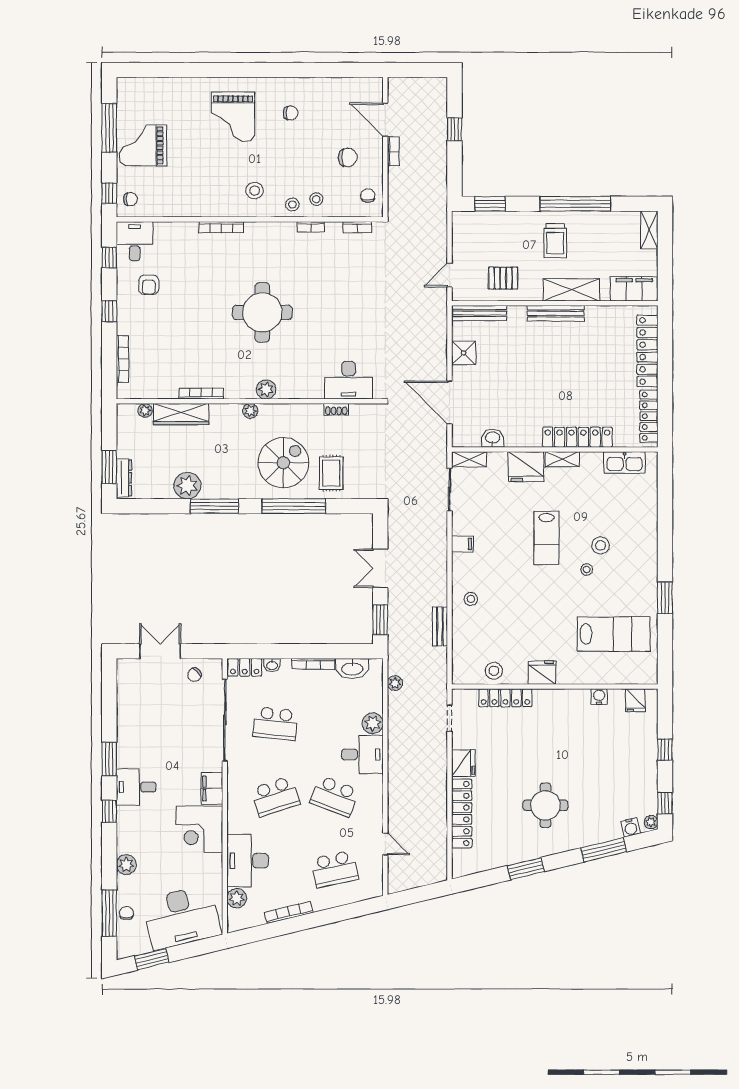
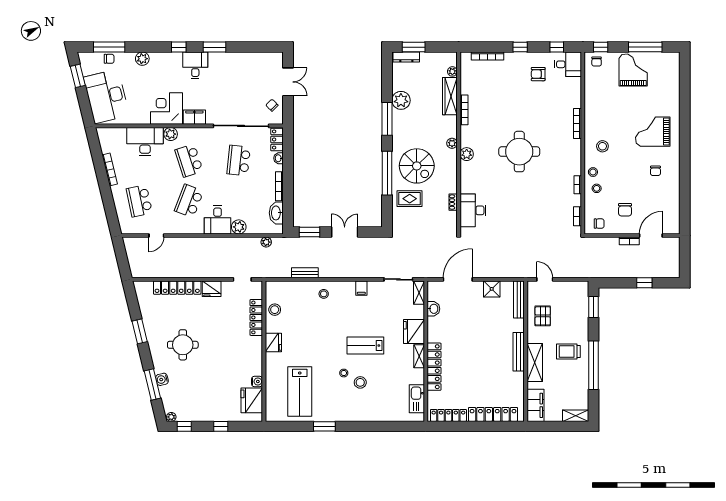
fridge: (635, 700) -> (252, 400), width x1.88, depth x1.34
water cooler: (631, 827) -> (162, 379), moved
plant: (237, 898) -> (171, 134), moved

